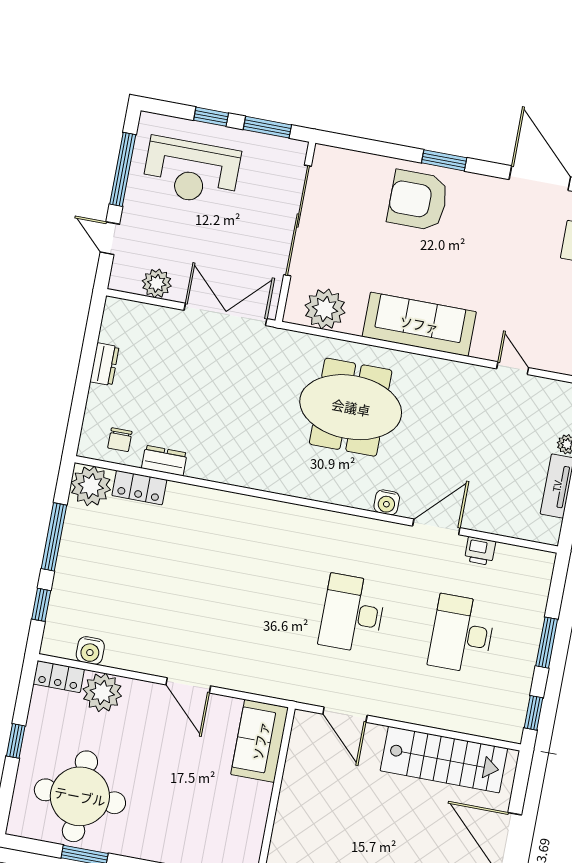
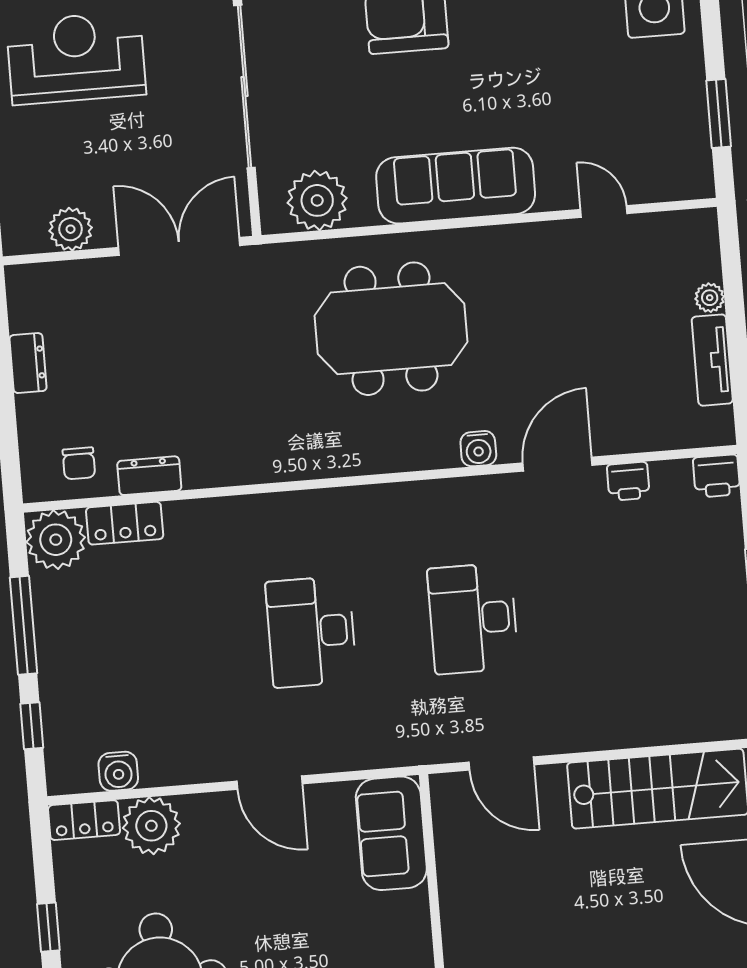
reception desk: (191, 171) -> (76, 58), turned 180
printer: (539, 563) -> (717, 476), added
desk: (462, 634) -> (311, 632), moved

